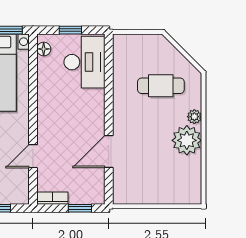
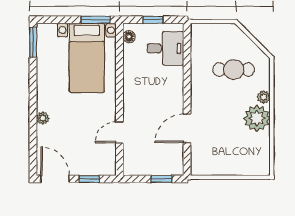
desk: (85, 62) -> (165, 48), width x0.73
bookcase: (52, 198) -> (137, 170), removed

